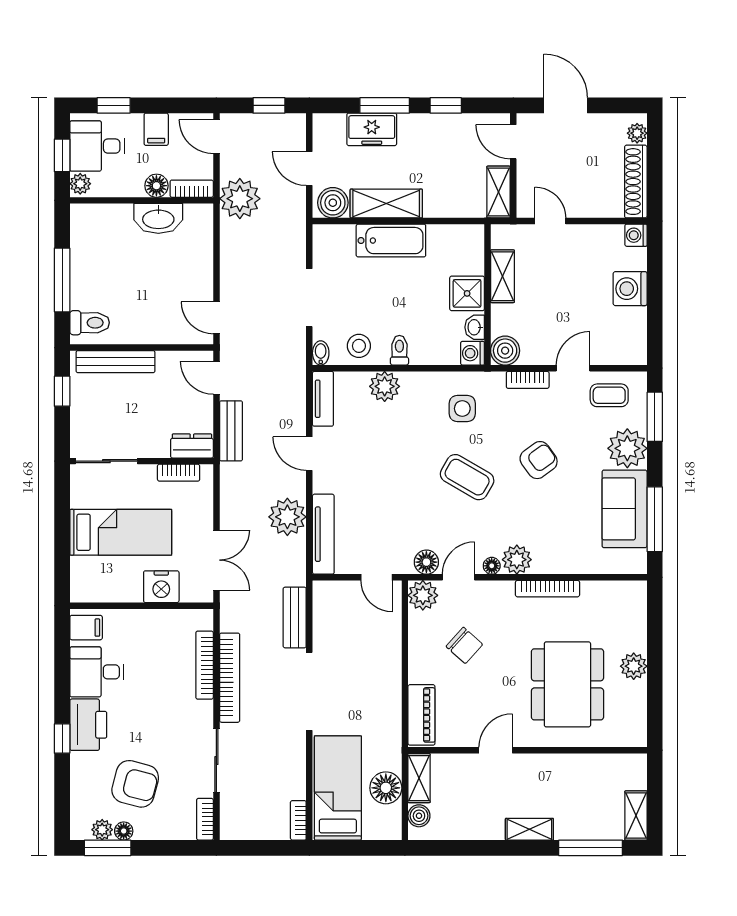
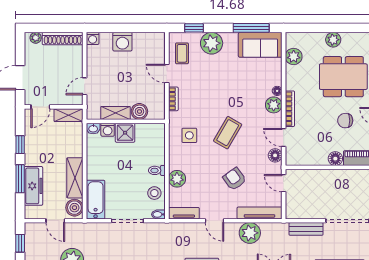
freezer: (372, 129) -> (33, 186), width x1.40
door: (309, 169) -> (55, 221), hinge flipped
bathtub: (391, 241) -> (96, 200), moved
washbasin: (475, 327) -> (93, 128), moved
boiler: (505, 351) -> (139, 111), moved
washing machine: (472, 353) -> (108, 130), moved
window: (655, 417) -> (194, 28), width x0.67
door: (309, 454) -> (215, 221), hinge flipped
armchair: (539, 460) -> (234, 179), moved
sofa: (625, 509) -> (260, 45), moved
floor lamp: (492, 566) -> (277, 91), moved
door: (377, 577) -> (284, 183), swing flipped
bookcase: (547, 589) -> (290, 109), moved
plant: (423, 595) -> (294, 56), moved
chair: (464, 645) -> (345, 121), moved, turned -132
floor lamp: (421, 670) -> (335, 159), added

